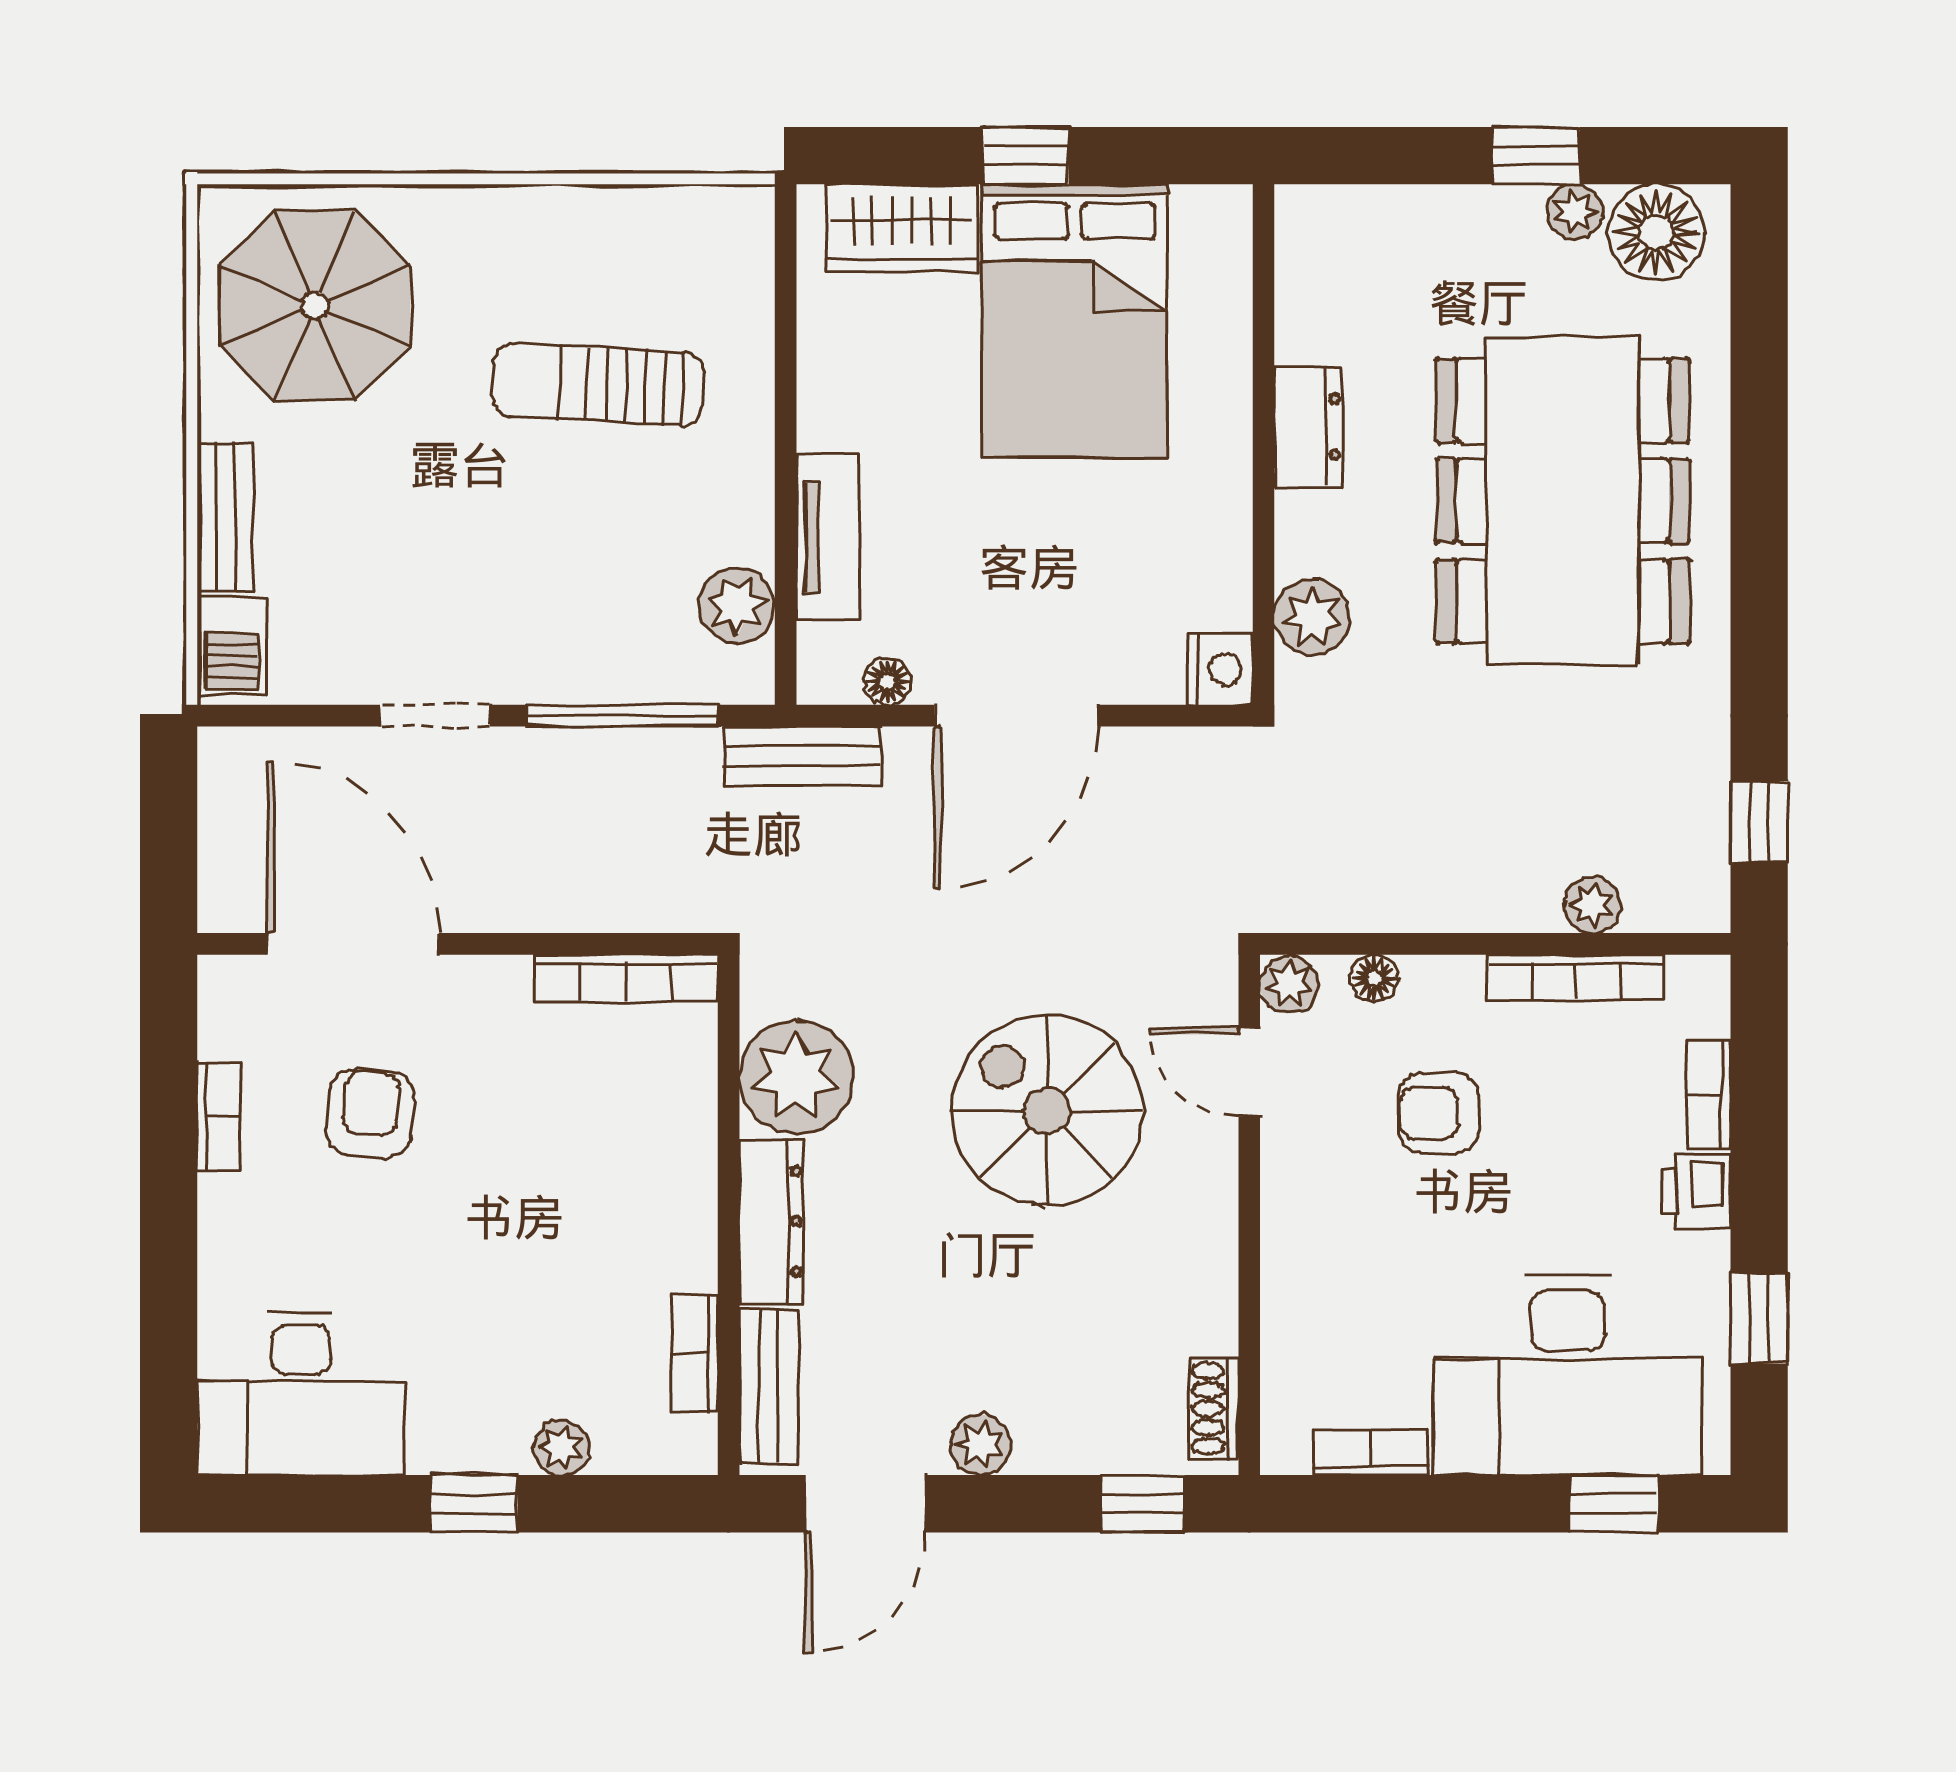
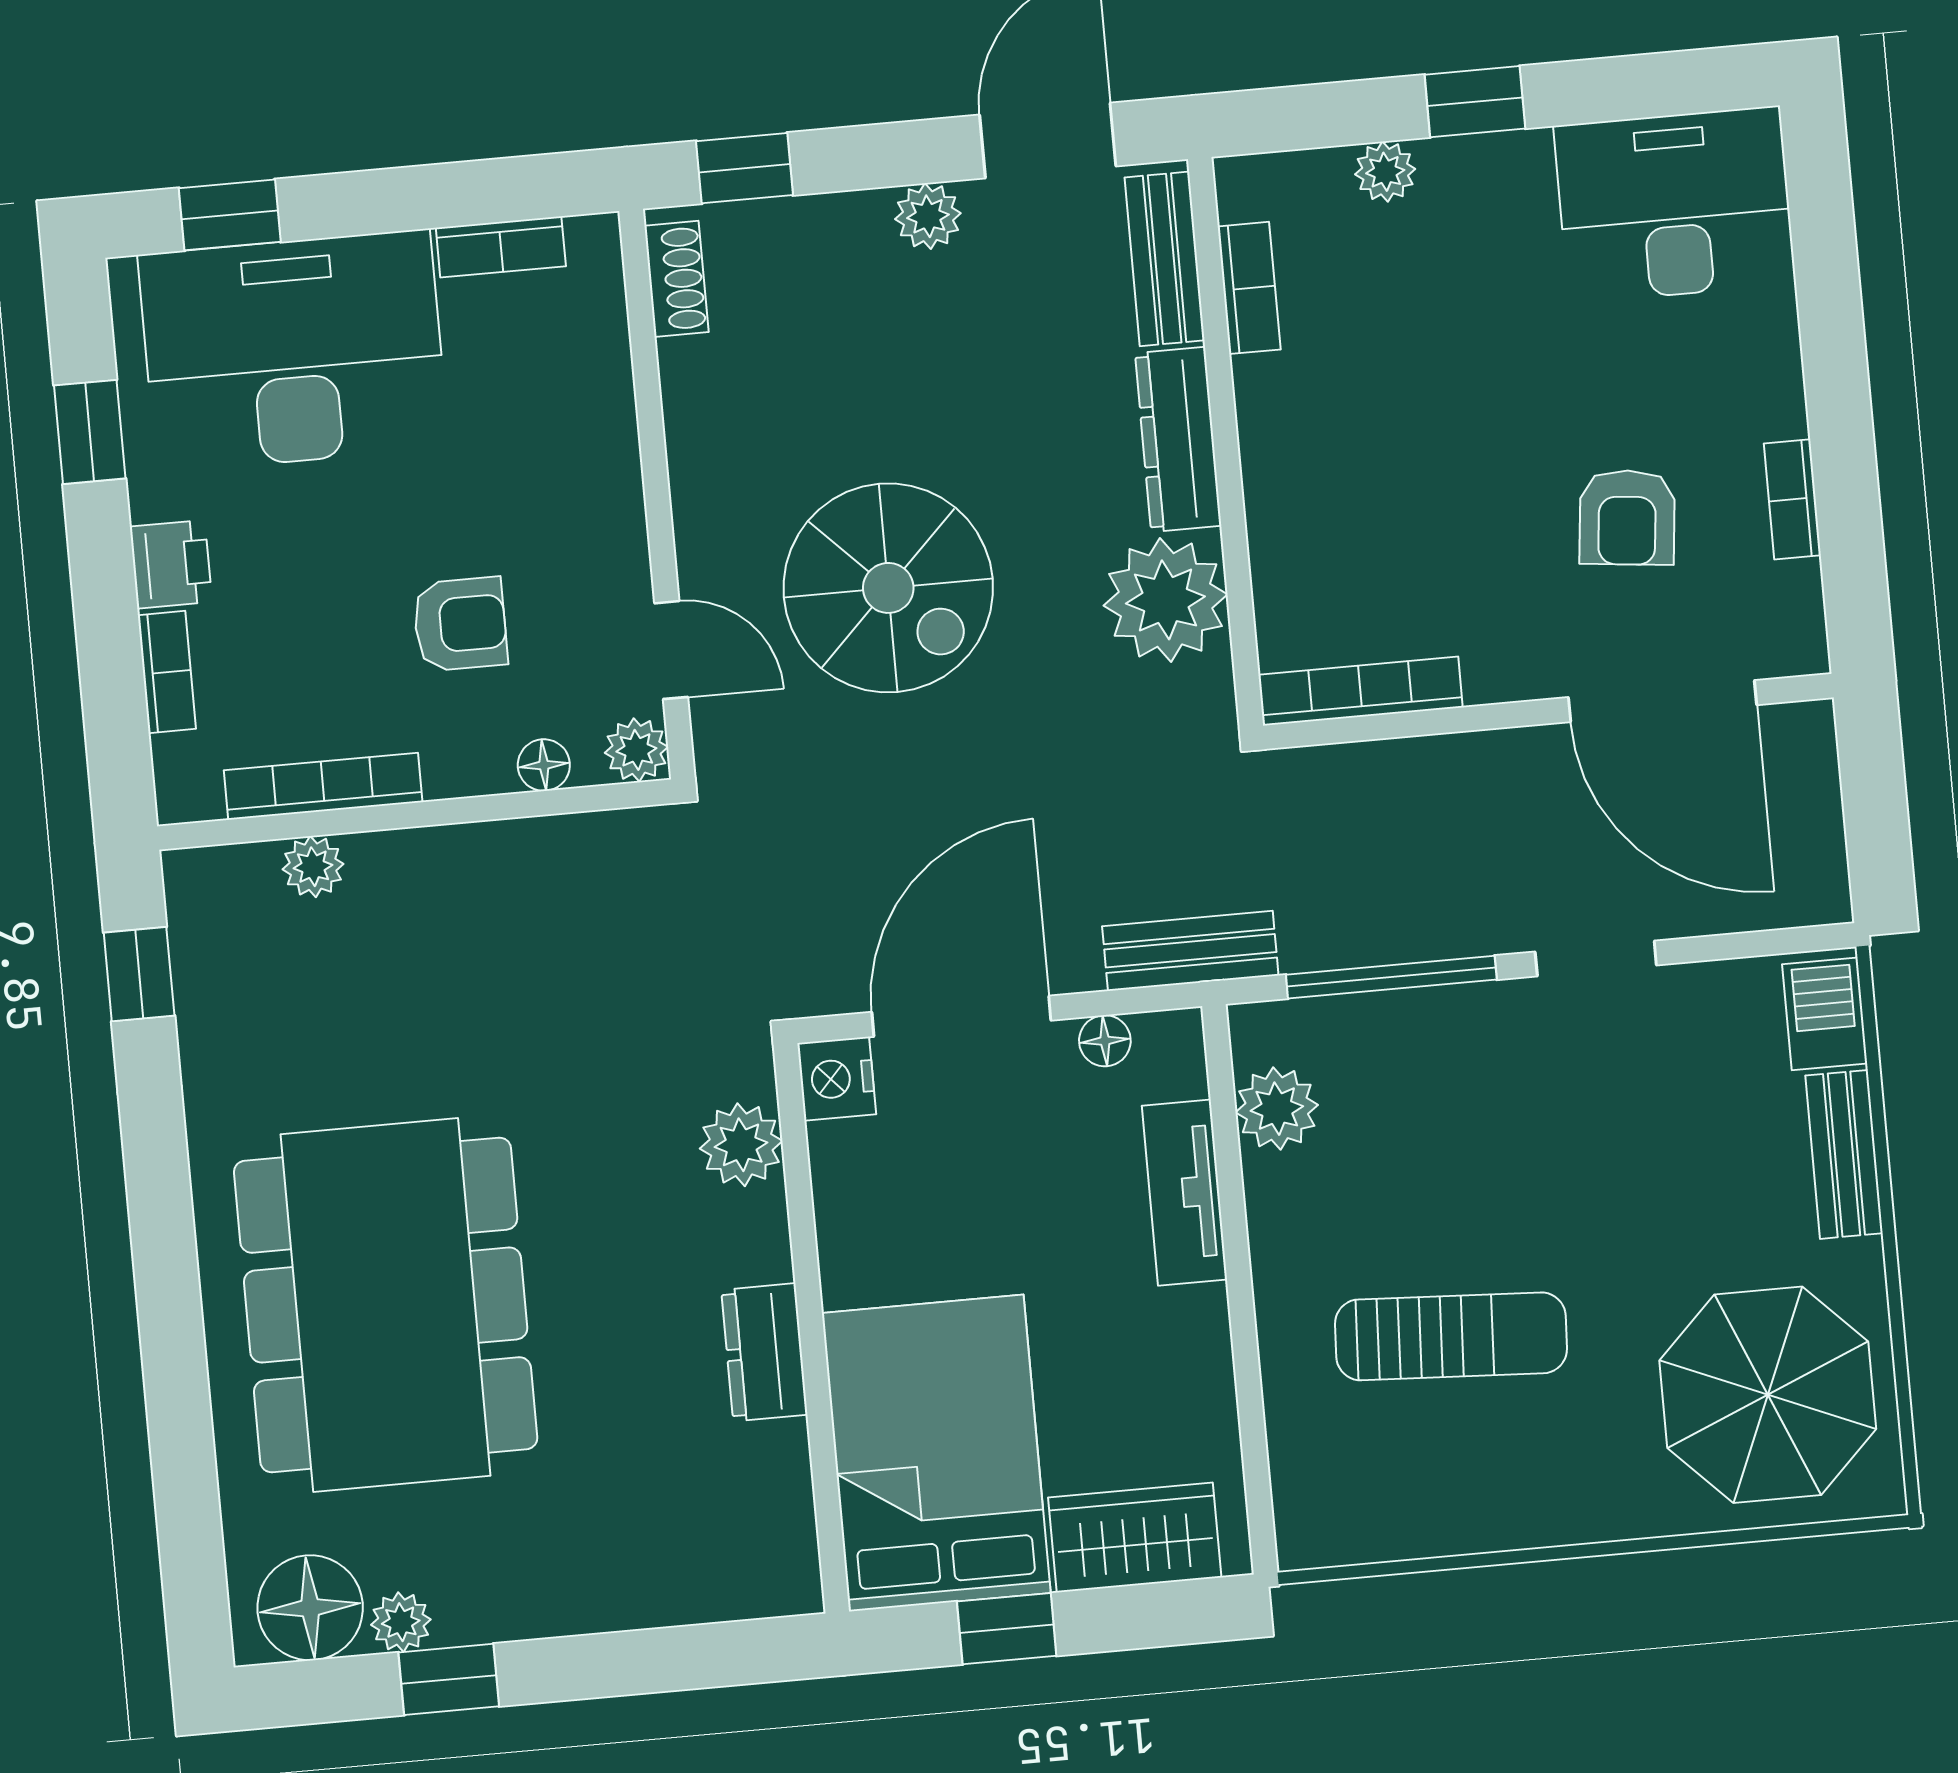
dresser: (1308, 427) -> (764, 1352), moved
wall: (1263, 445) -> (811, 1328), moved
plant: (1312, 617) -> (741, 1145), moved
nightstand: (1220, 669) -> (837, 1079), moved

